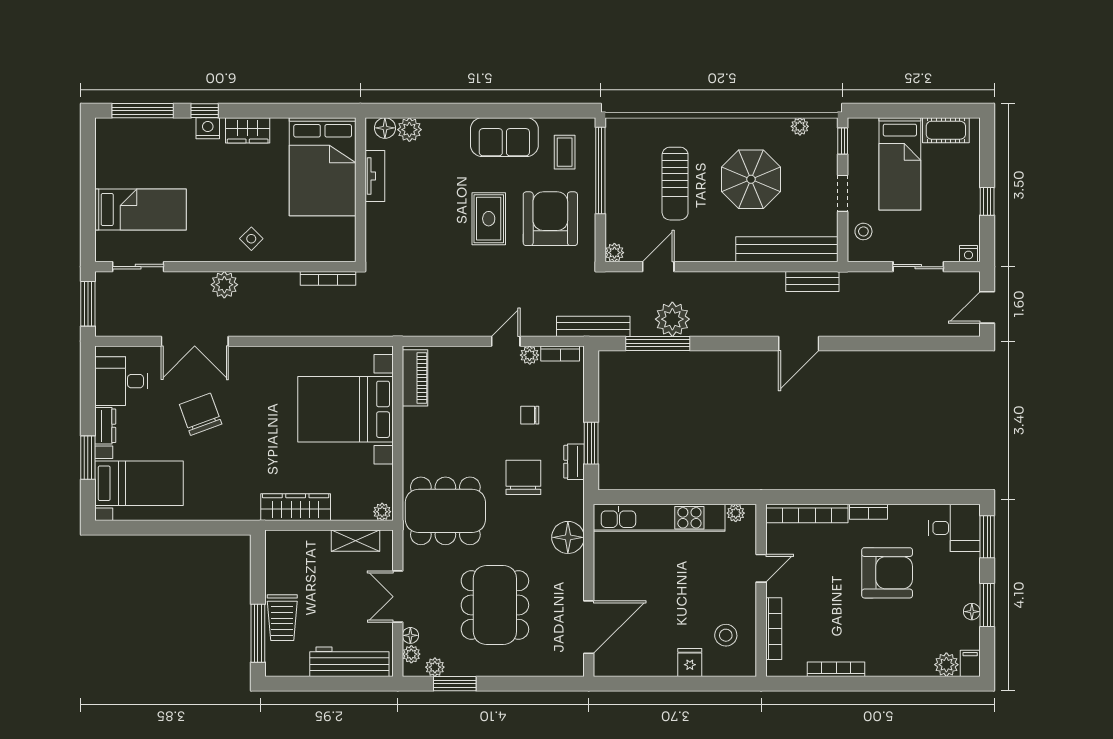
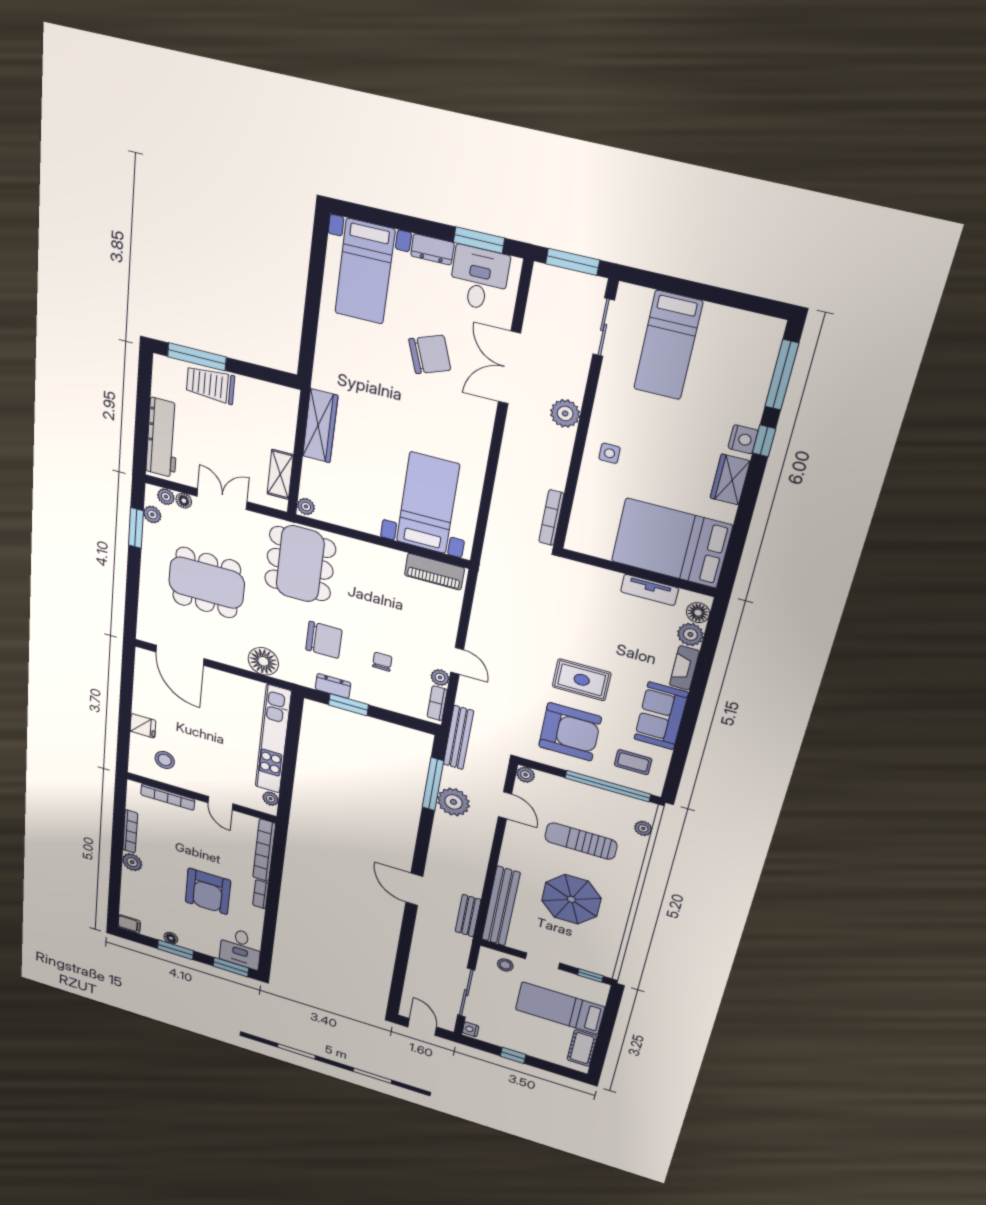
plant: (800, 126) -> (643, 828), moved
fireplace: (446, 127) -> (684, 668), added
side table: (251, 239) -> (610, 453), turned 45
sliding door: (918, 267) -> (466, 993), width x1.37
bed with nightstands: (345, 409) -> (428, 503), width x0.73
window: (88, 458) -> (479, 240), moved
plant: (946, 665) -> (132, 862), moved

